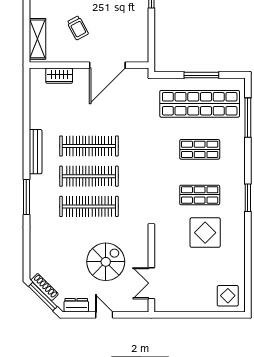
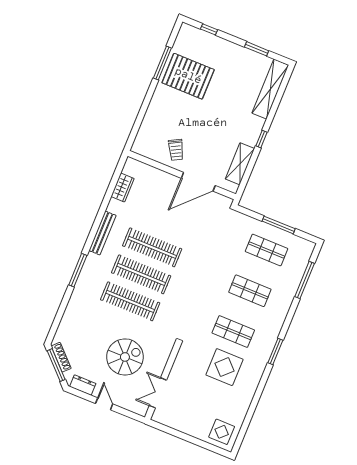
trolley: (78, 28) -> (176, 150), moved
shelving: (37, 39) -> (240, 164), moved
wardrobe: (59, 76) -> (123, 187), moved, turned -90
shop shelf: (200, 104) -> (267, 250), width x0.50, depth x0.74

